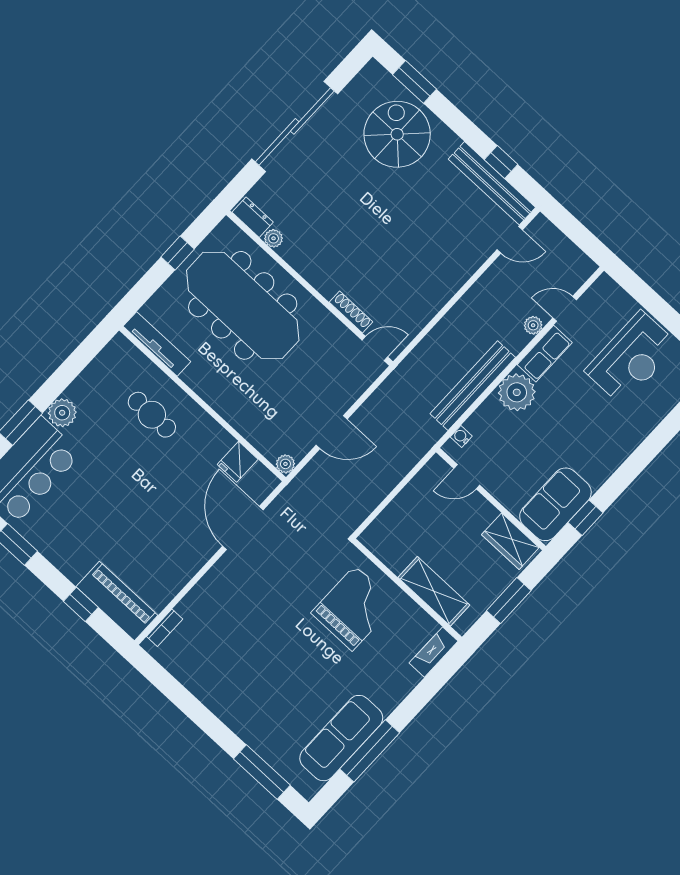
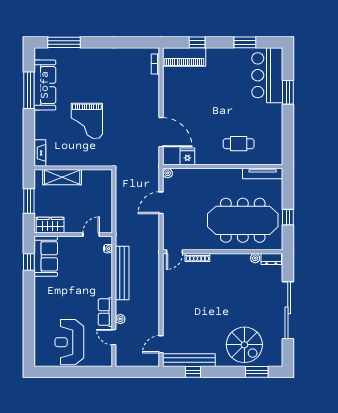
door: (565, 309) -> (114, 337), swing flipped
plant: (517, 392) -> (102, 286), removed
plant: (62, 413) -> (275, 112), removed
grand piano: (354, 608) -> (87, 121), moved

